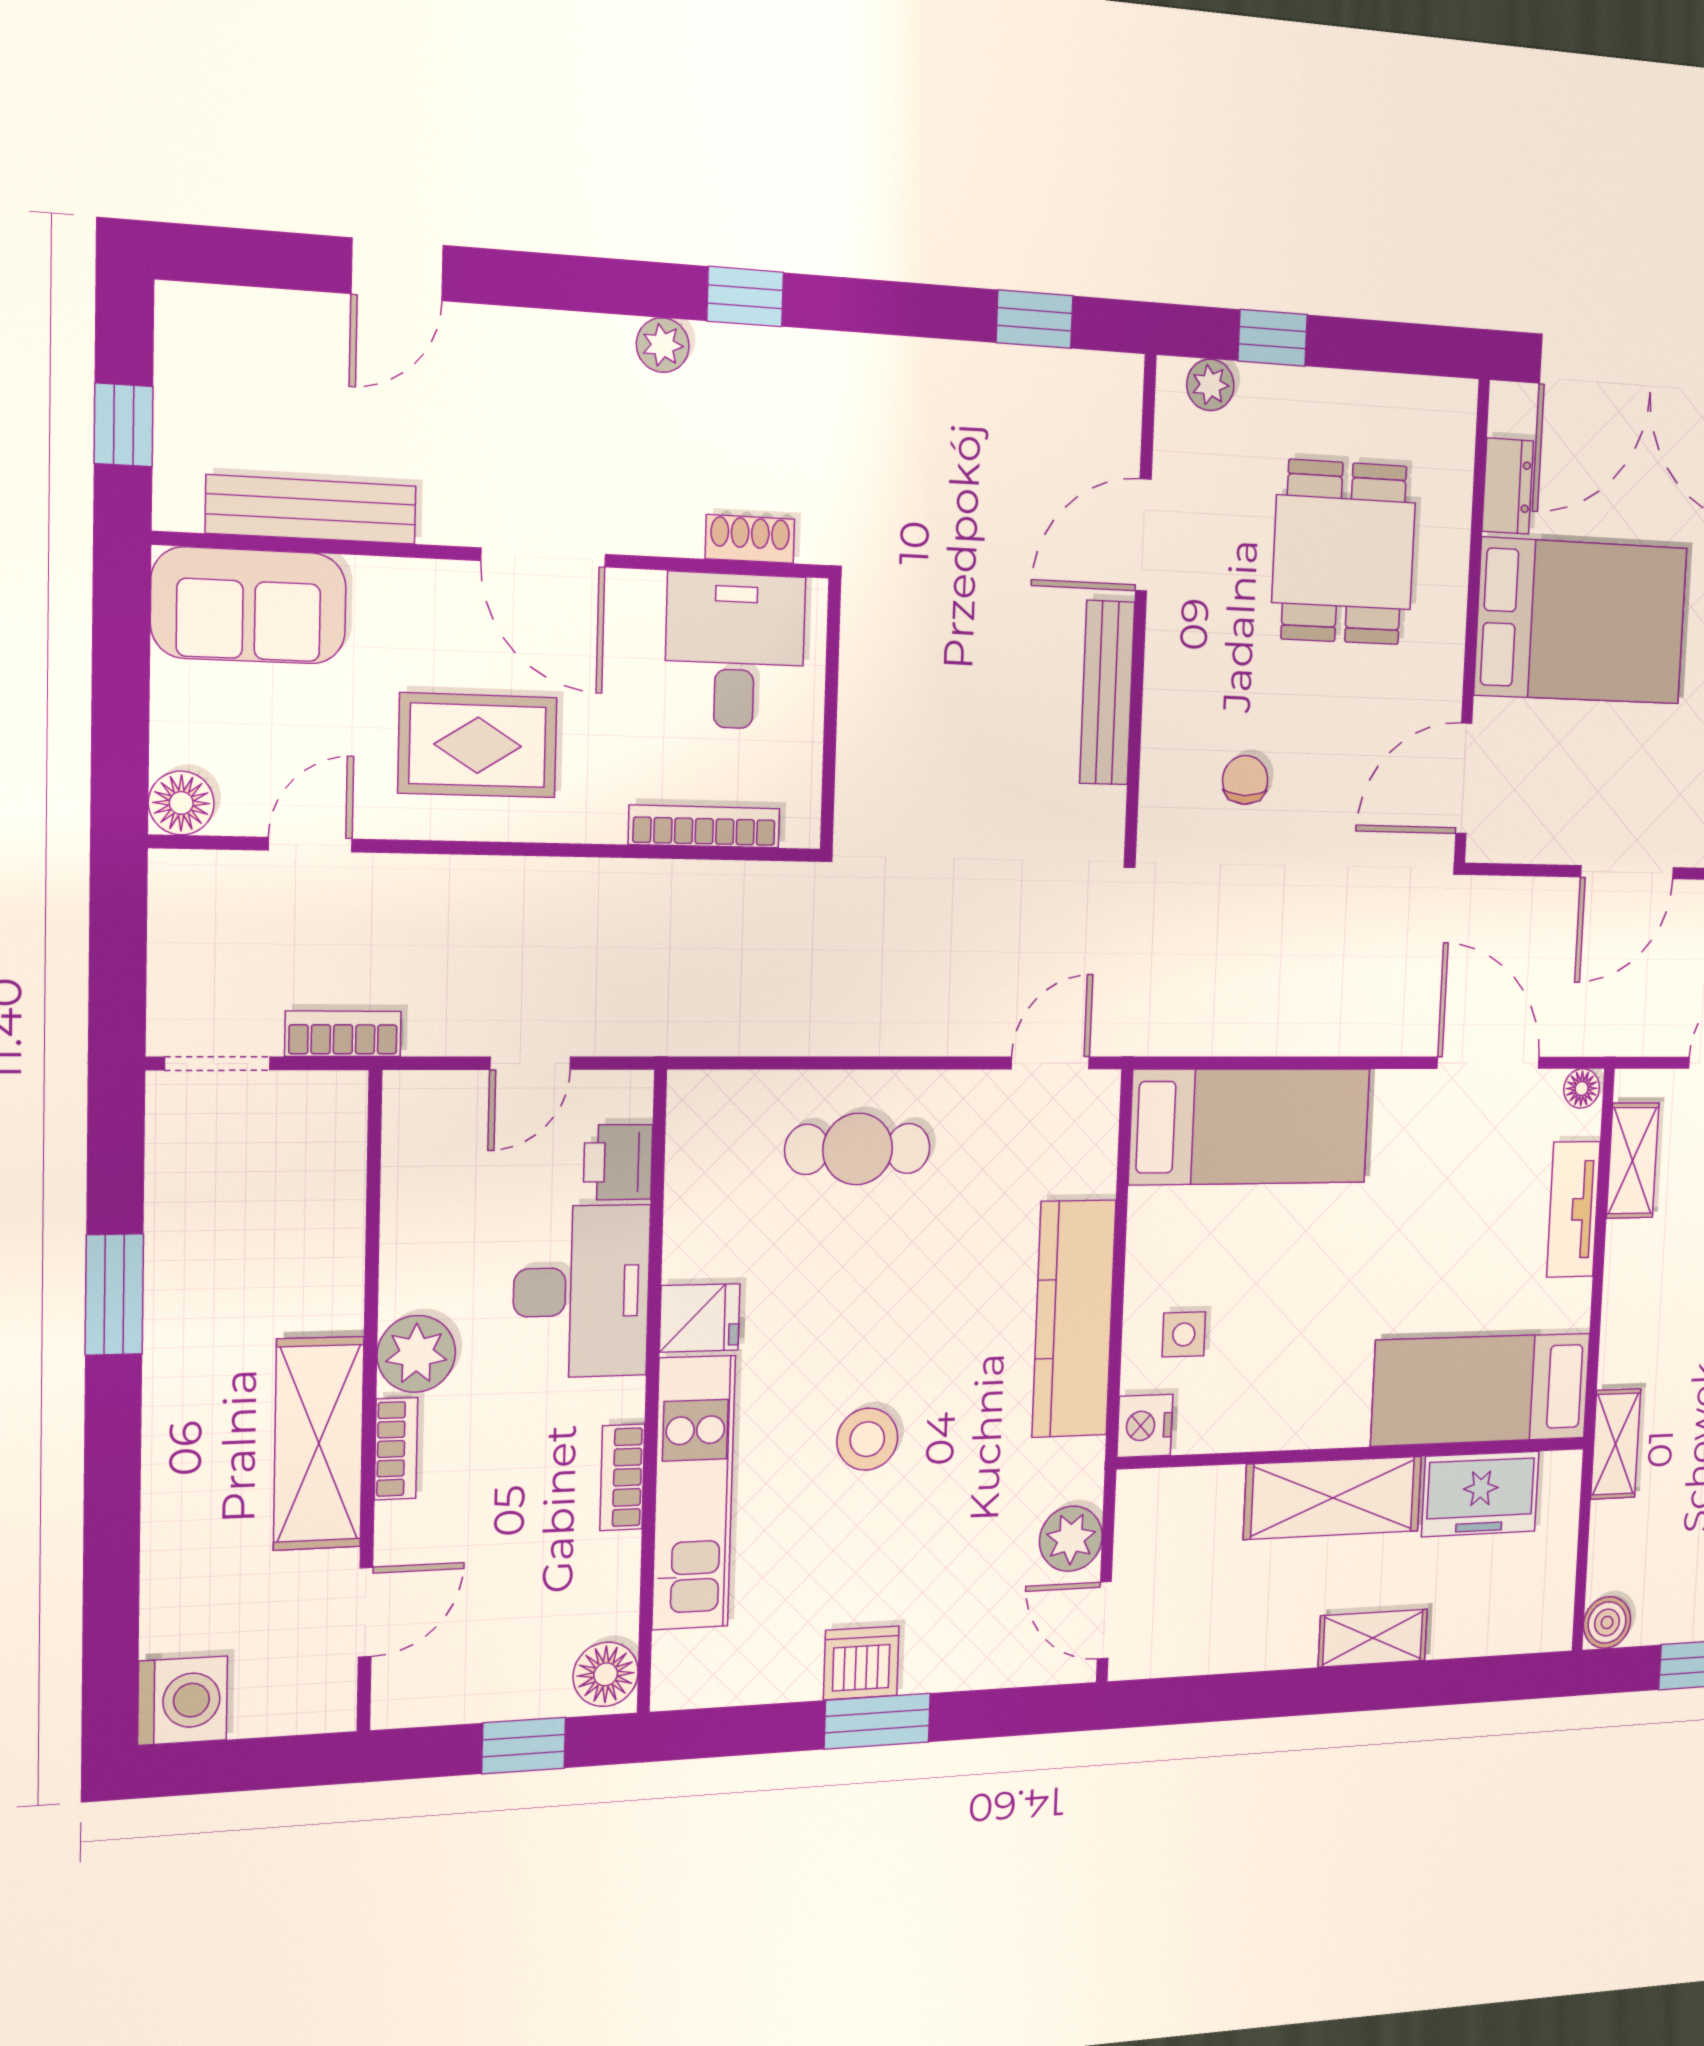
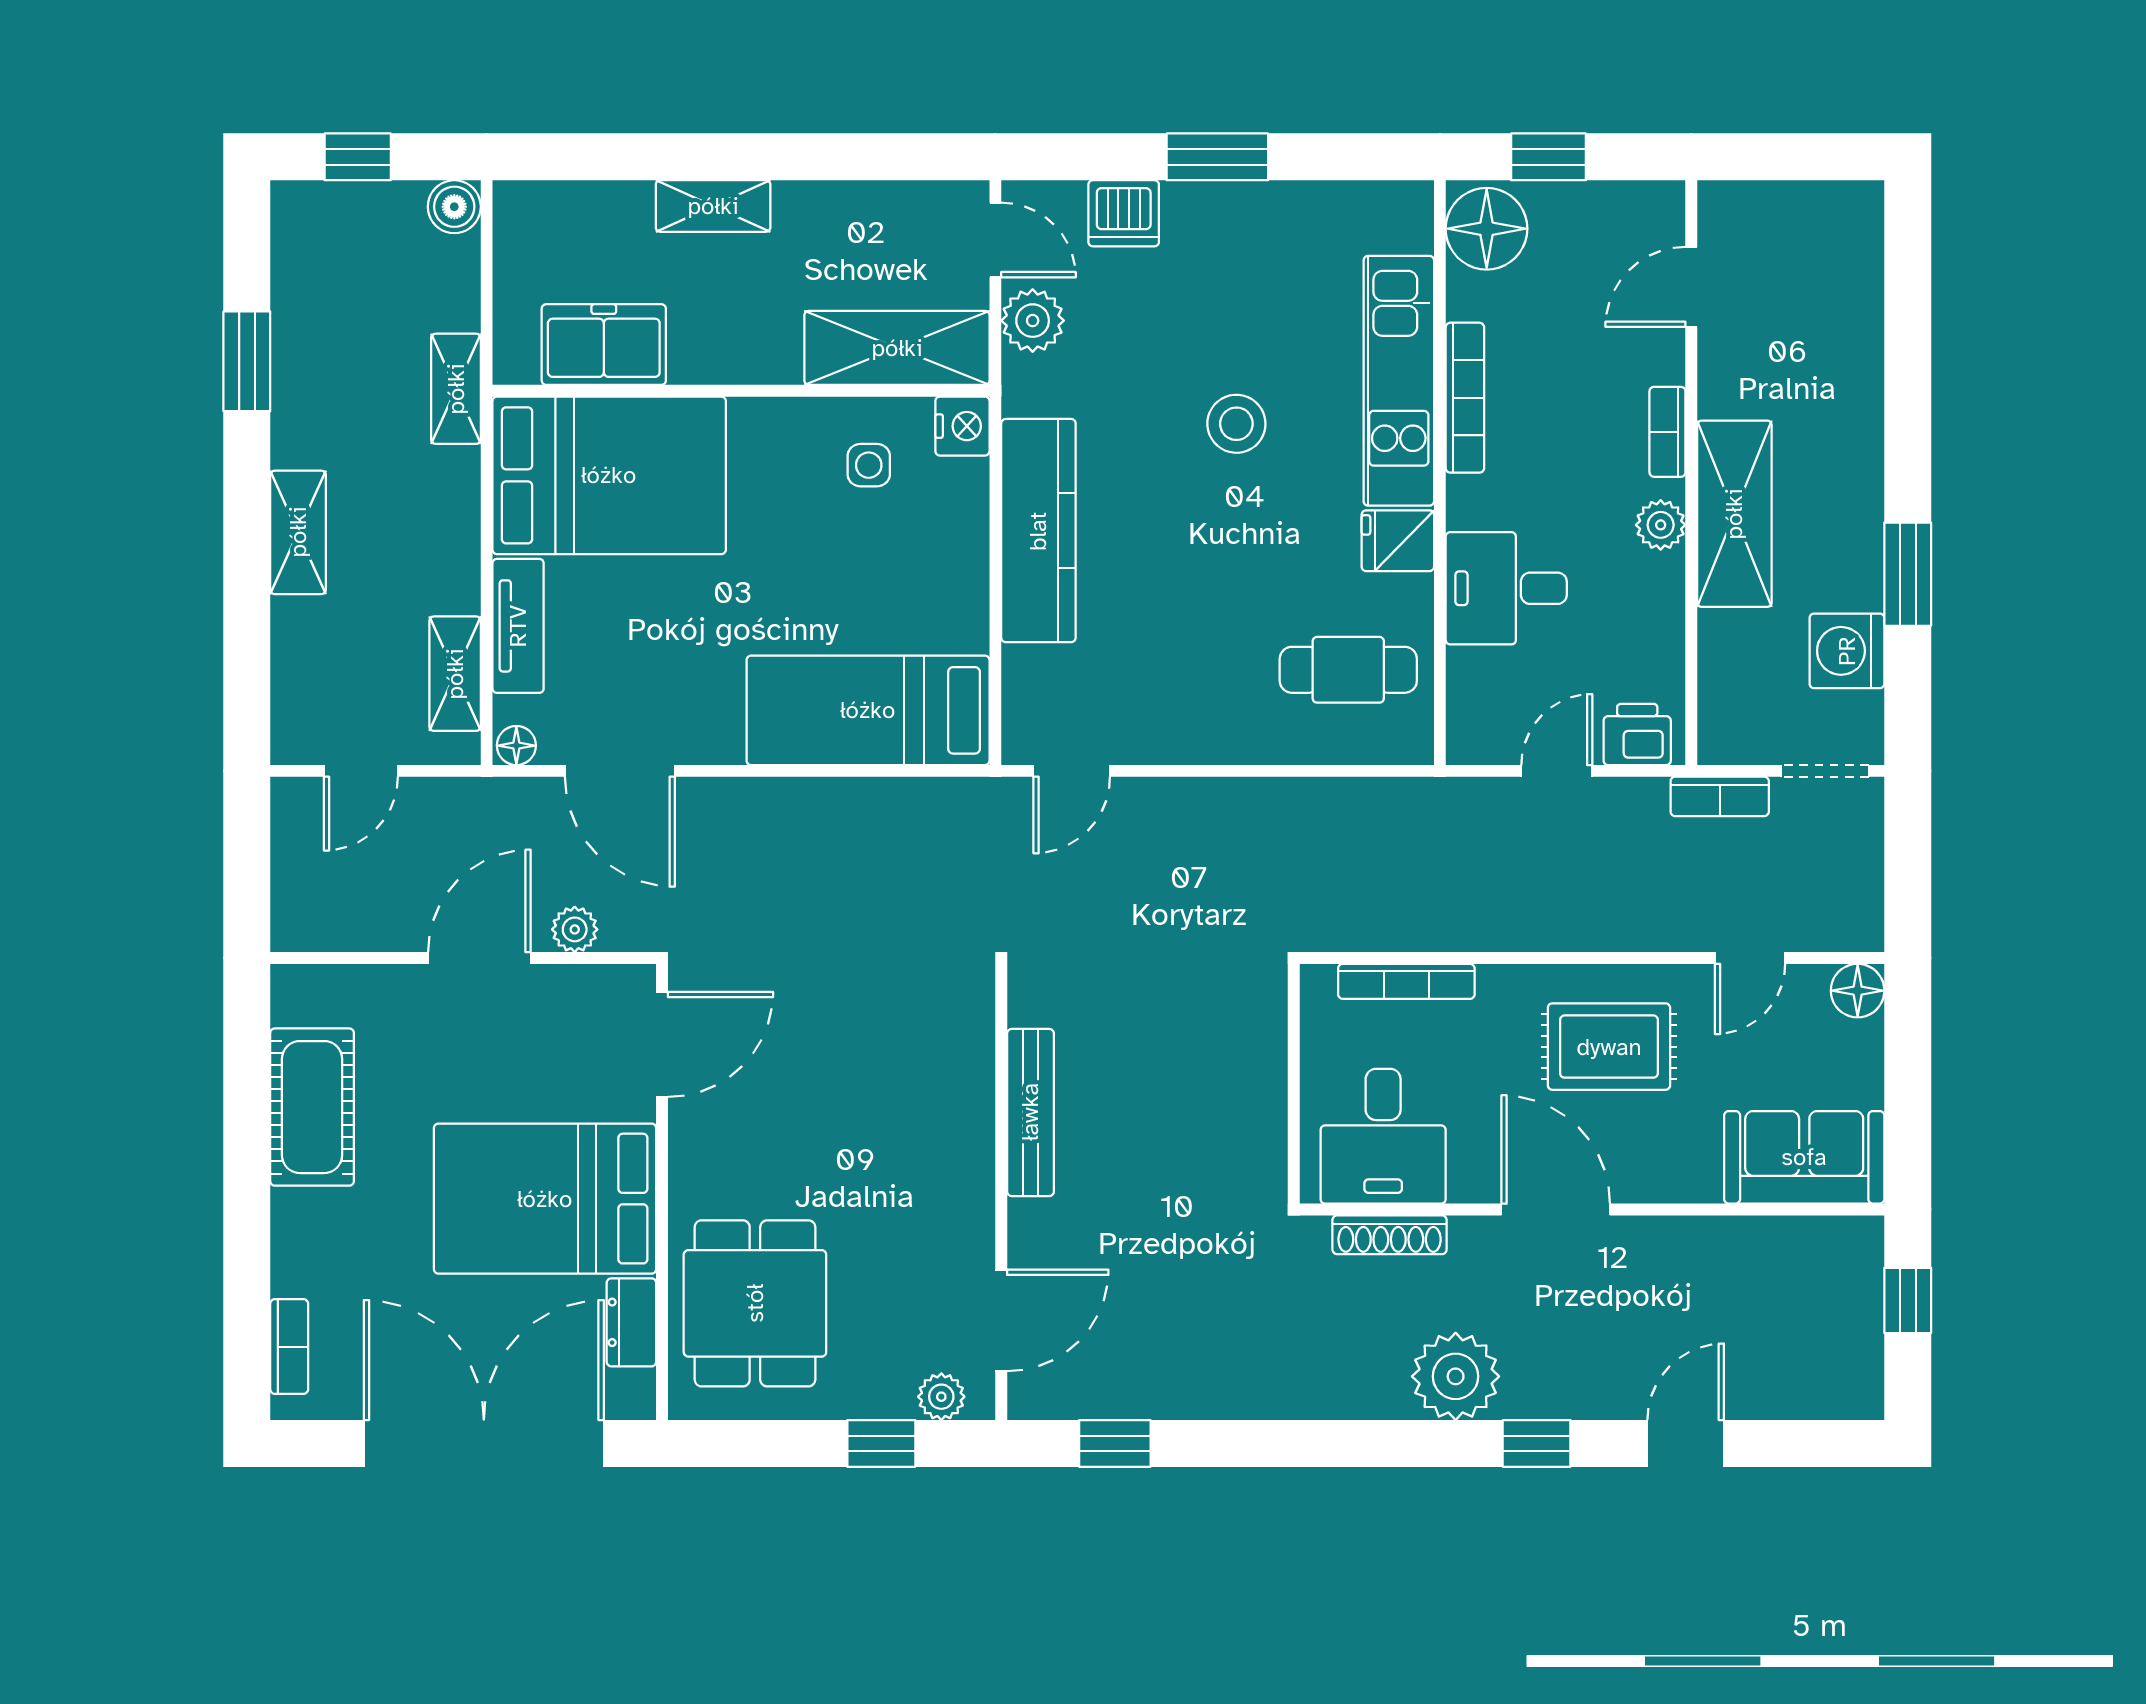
window: (745, 297) -> (1537, 1443), moved
plant: (663, 345) -> (1456, 1376), width x1.88, depth x1.88
bench: (311, 510) -> (1754, 1240), removed
door: (1143, 535) -> (1001, 1320), moved
shoe rack: (750, 539) -> (1390, 1235), width x1.43
dining table: (1344, 552) -> (755, 1303), moved
chair: (1245, 780) -> (889, 1037), removed
plant: (1539, 900) -> (575, 929), added
cafe table: (858, 1149) -> (1348, 670), moved
printer: (618, 1162) -> (1637, 734), moved, turned -90
desk: (581, 1291) -> (1506, 588), width x0.73
side table: (1184, 1334) -> (869, 465), moved
plant: (416, 1354) -> (1661, 525), width x0.73, depth x0.73
bed: (1481, 1389) -> (609, 475), width x1.50
shelving: (319, 1443) -> (1734, 514), moved
bookcase: (622, 1477) -> (1465, 398), width x1.56
shelving: (1333, 1498) -> (897, 348), moved
dishwasher: (861, 1663) -> (1124, 213), moved
floor lamp: (606, 1674) -> (1487, 229), width x1.38, depth x1.38
washing machine: (183, 1701) -> (1847, 651), moved

